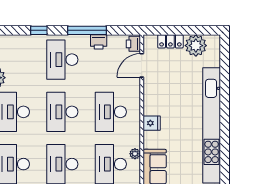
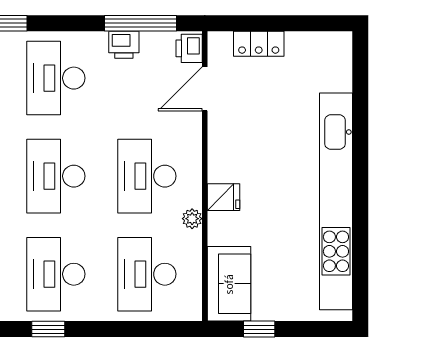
window: (87, 30) -> (140, 23), moved
plant: (196, 46) -> (306, 52), removed
plant: (135, 154) -> (192, 219), moved

